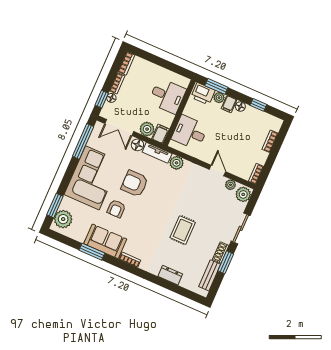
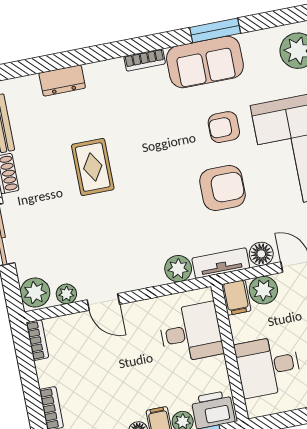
armchair: (116, 209) -> (224, 127), turned -90

